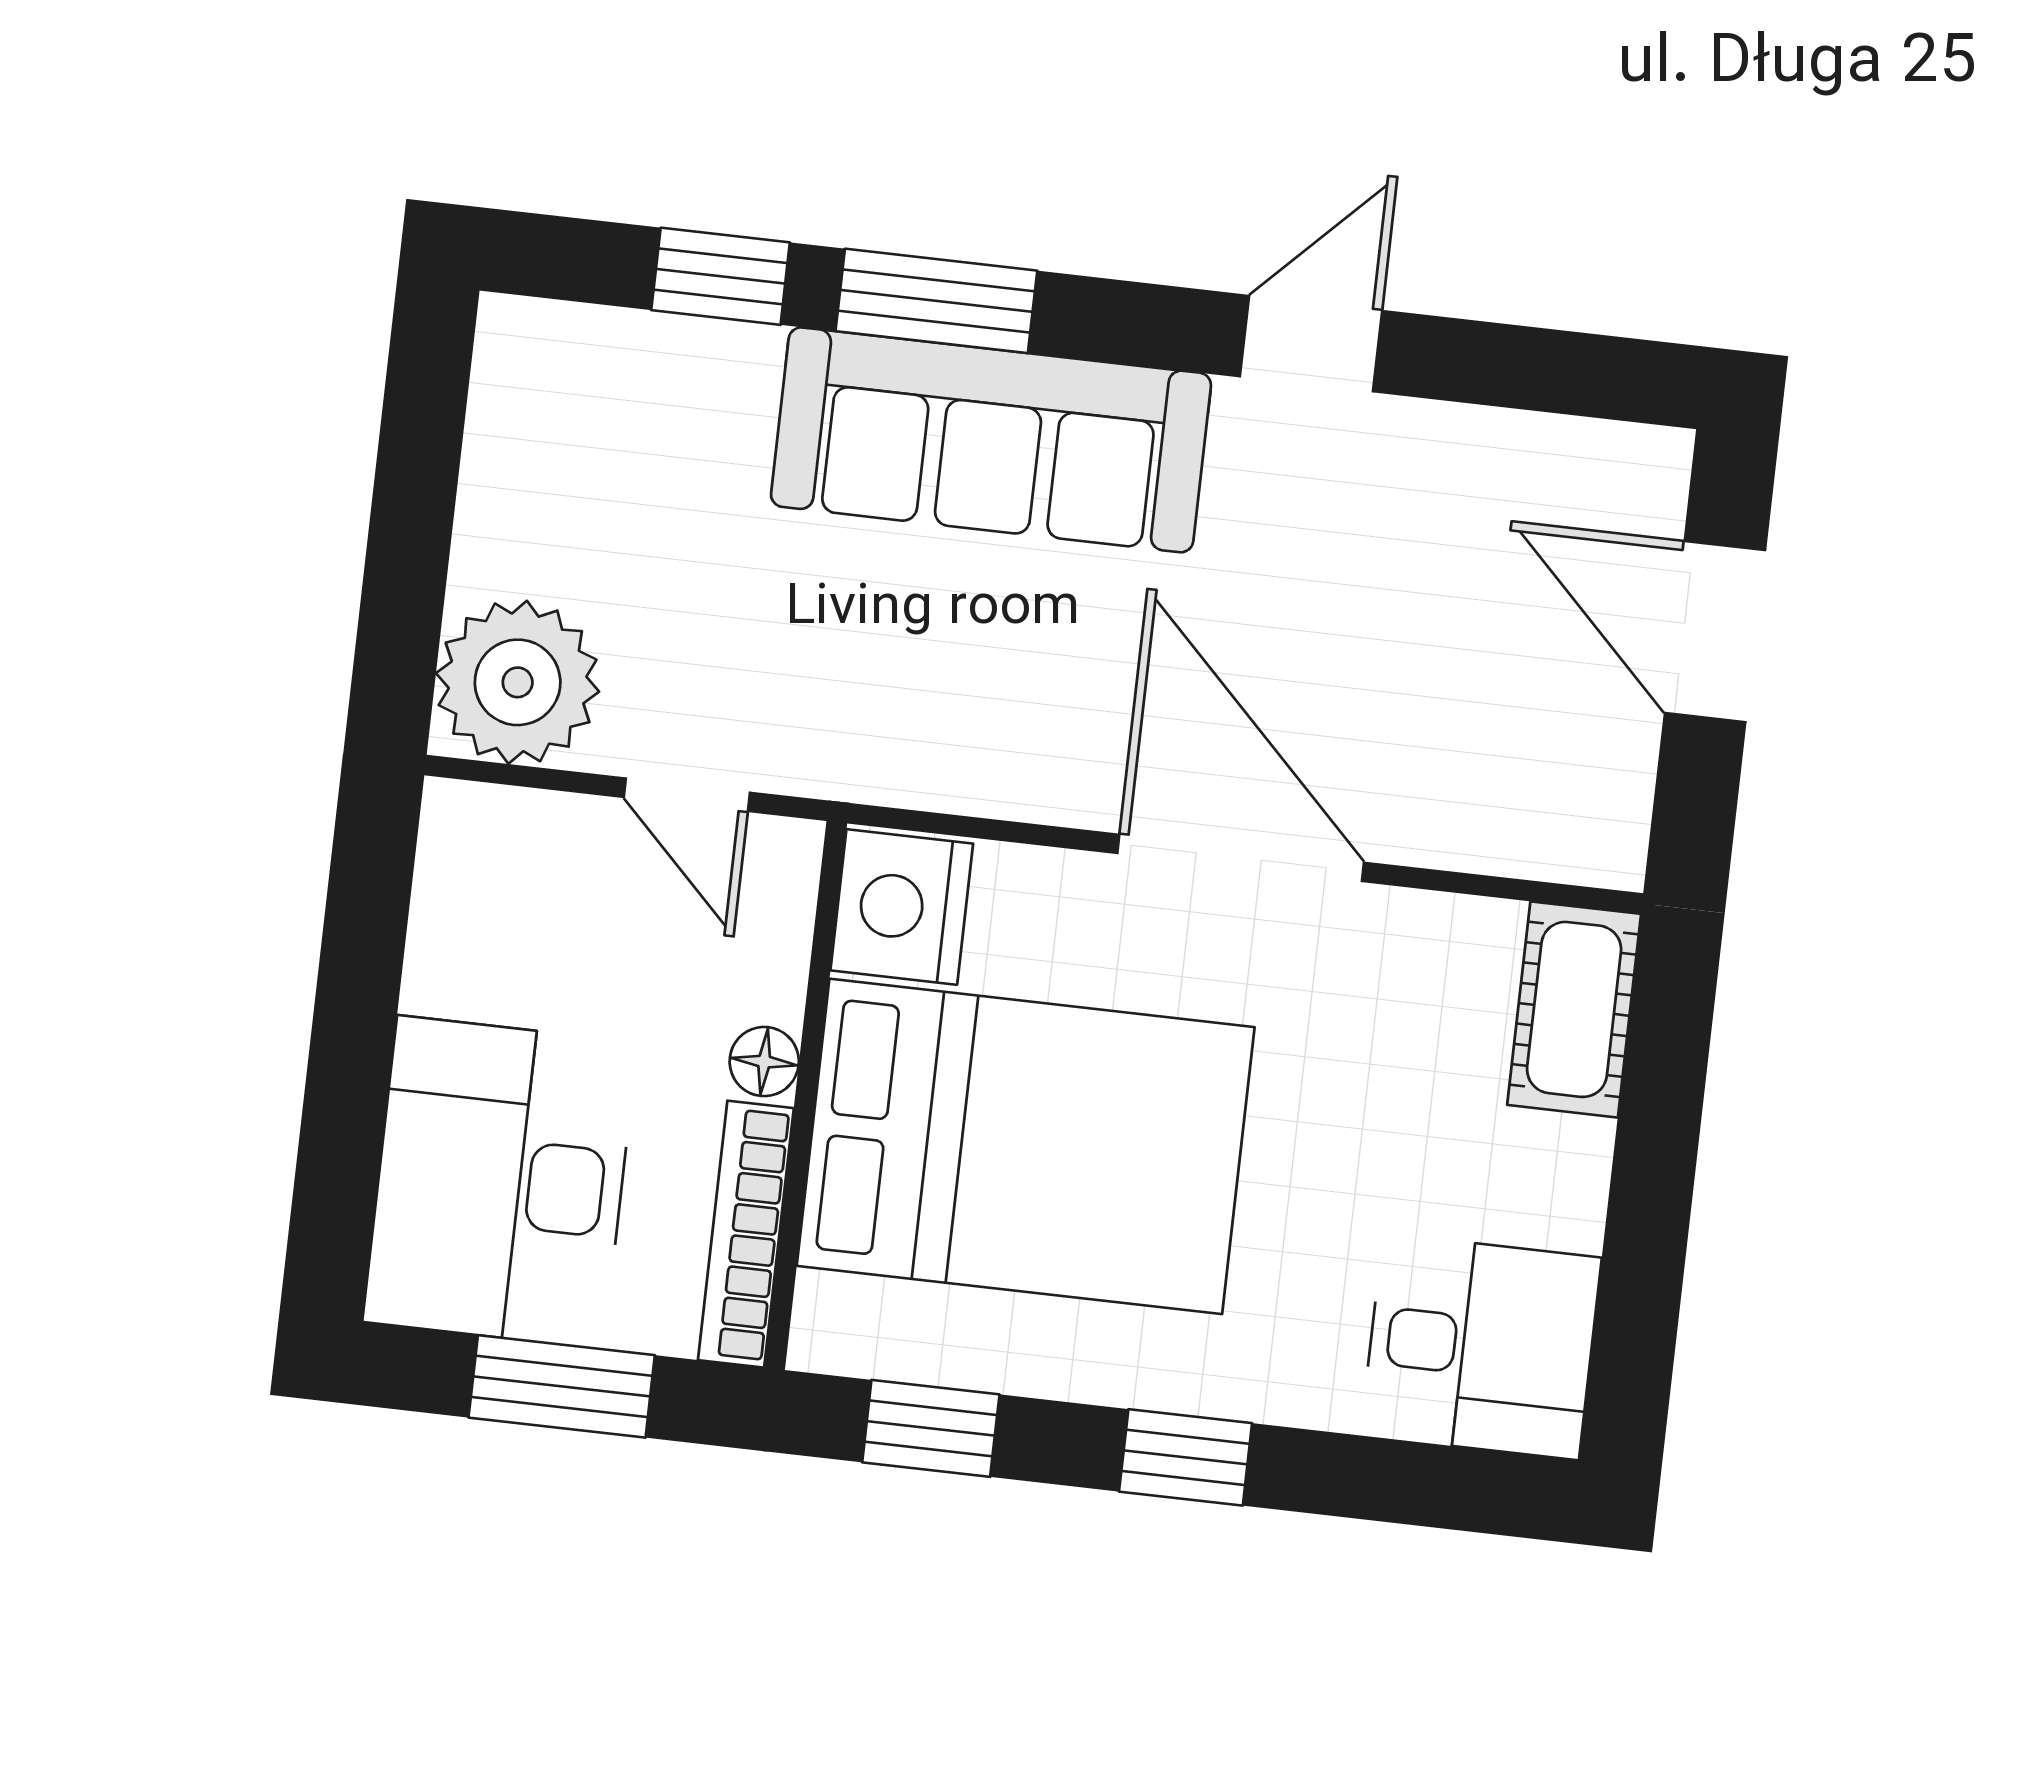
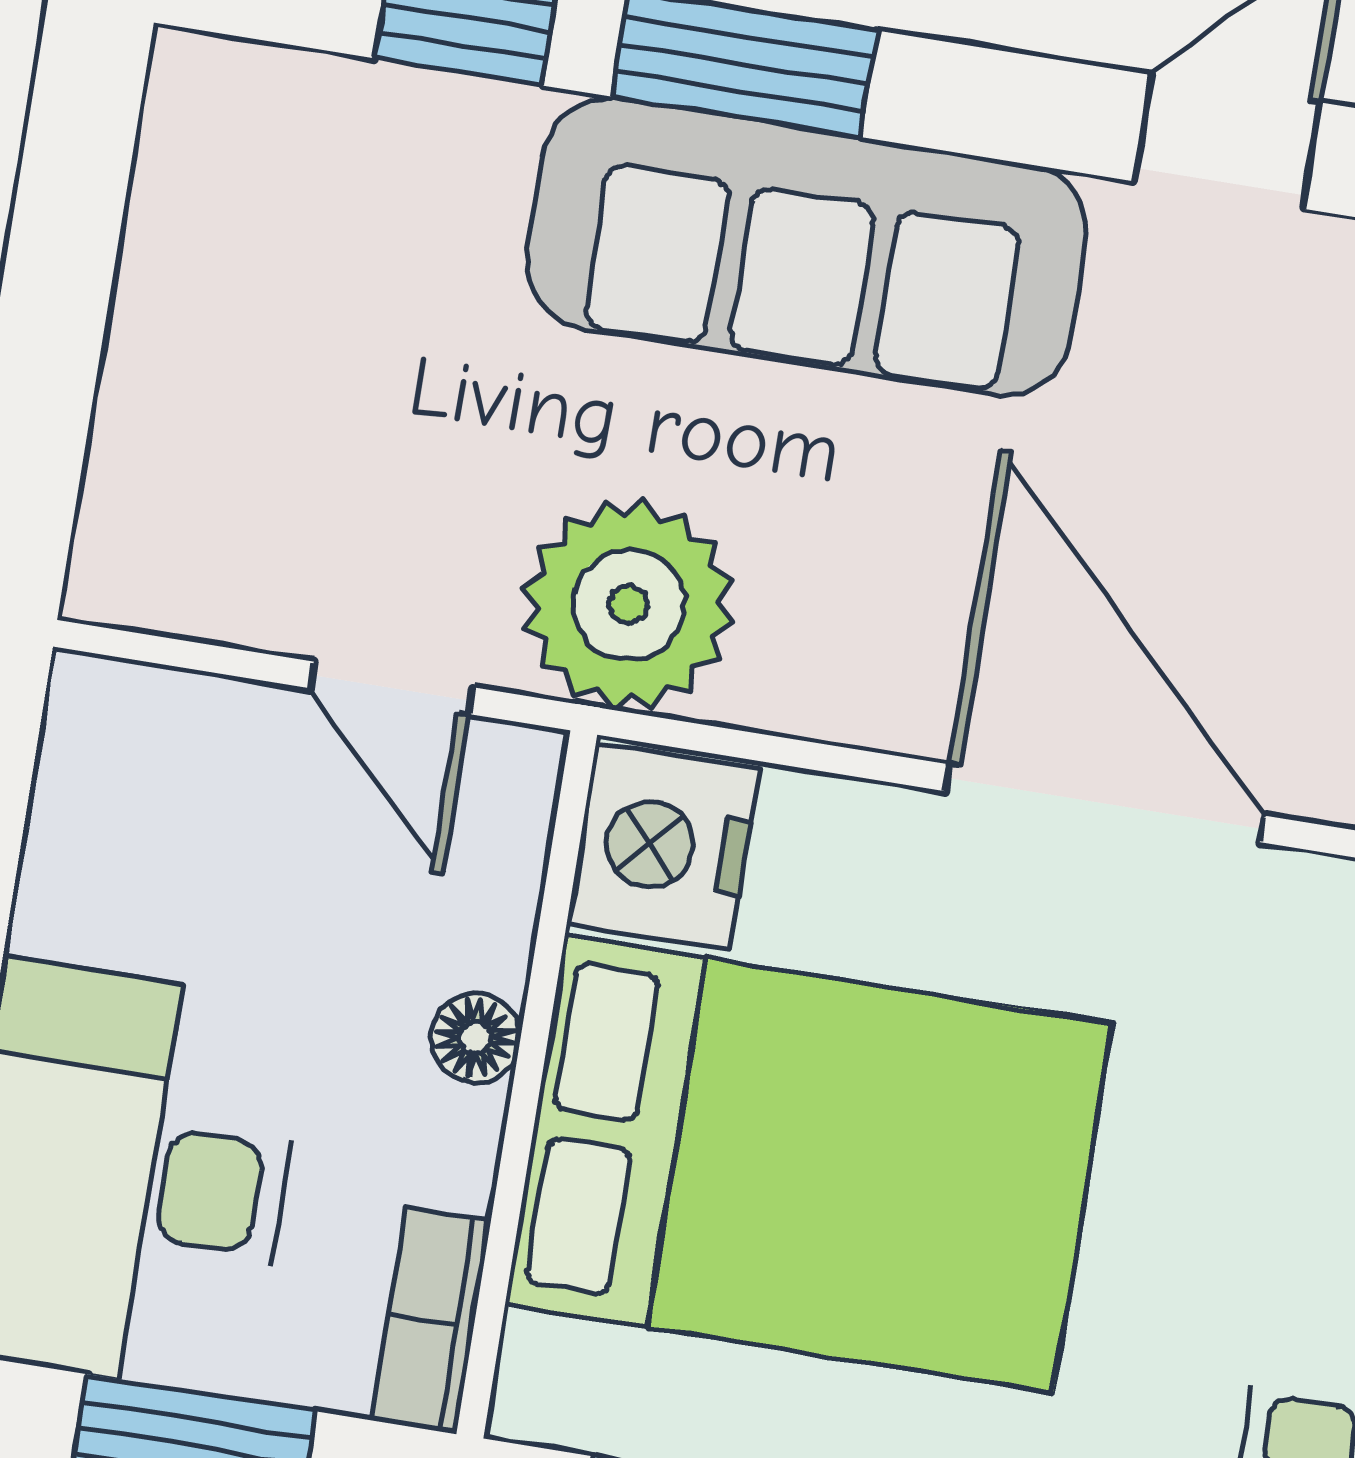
plant: (518, 682) -> (629, 605), moved
bookcase: (746, 1234) -> (431, 1320), width x0.64

